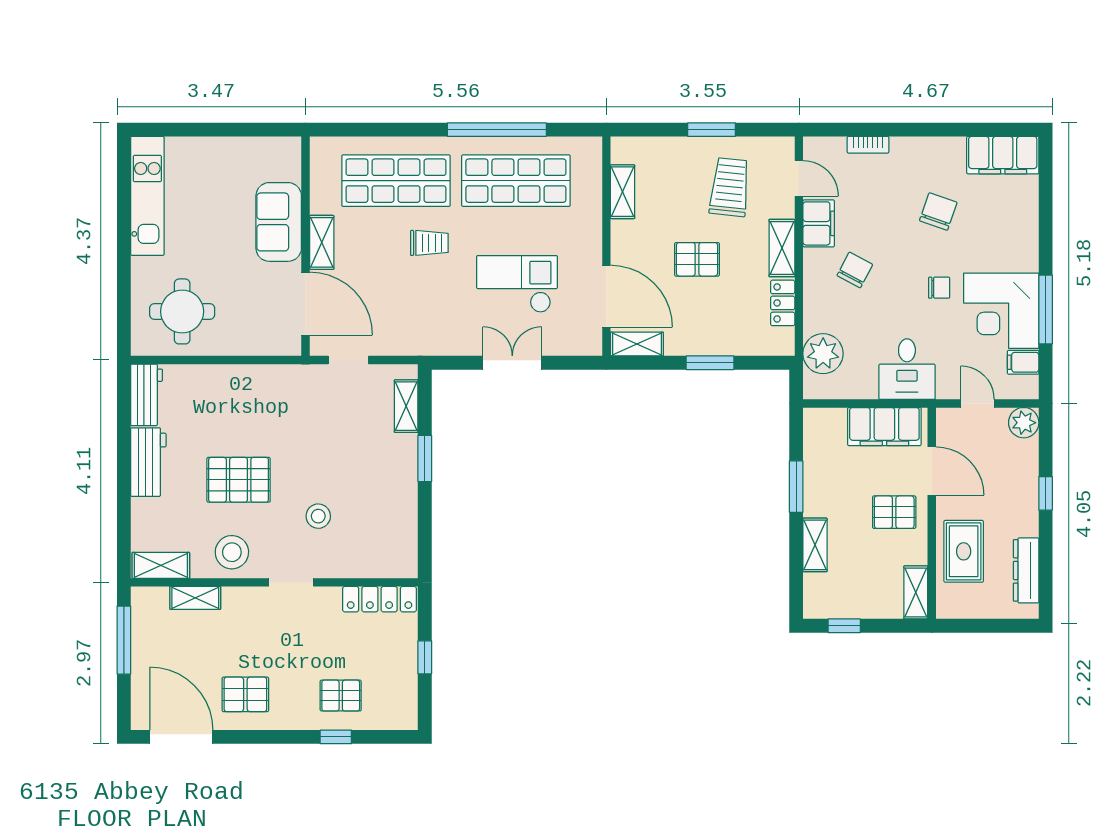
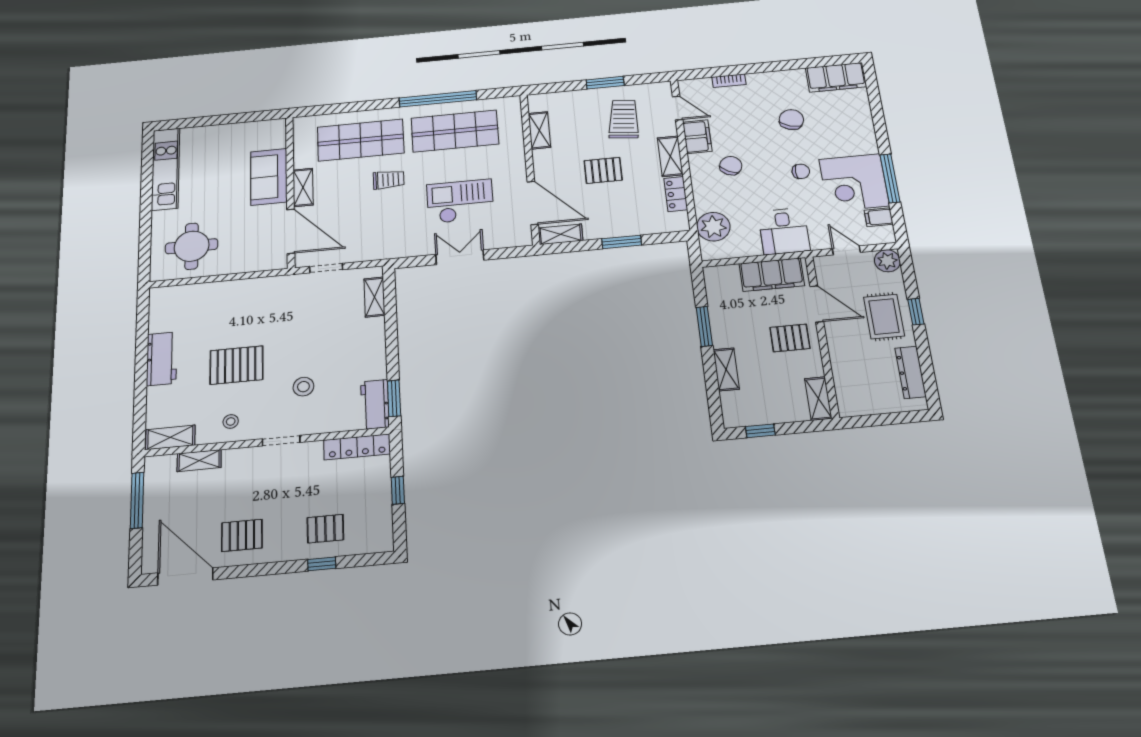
workbench: (147, 395) -> (375, 404), moved, turned 180
window: (425, 459) -> (394, 398), moved
rug: (964, 551) -> (884, 316), moved
stool: (232, 552) -> (231, 421), width x0.53, depth x0.53

